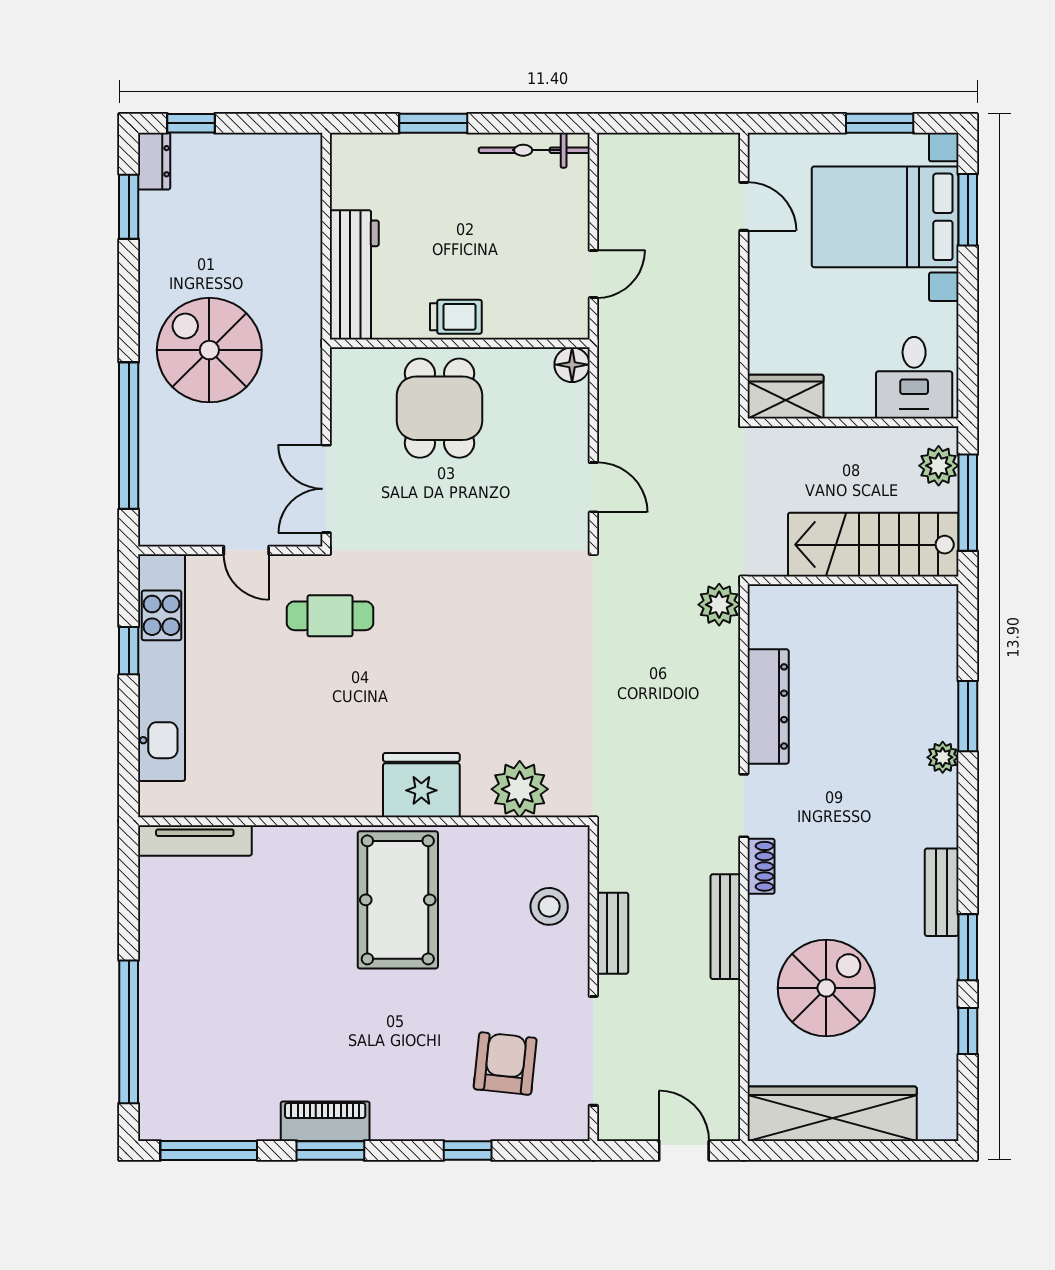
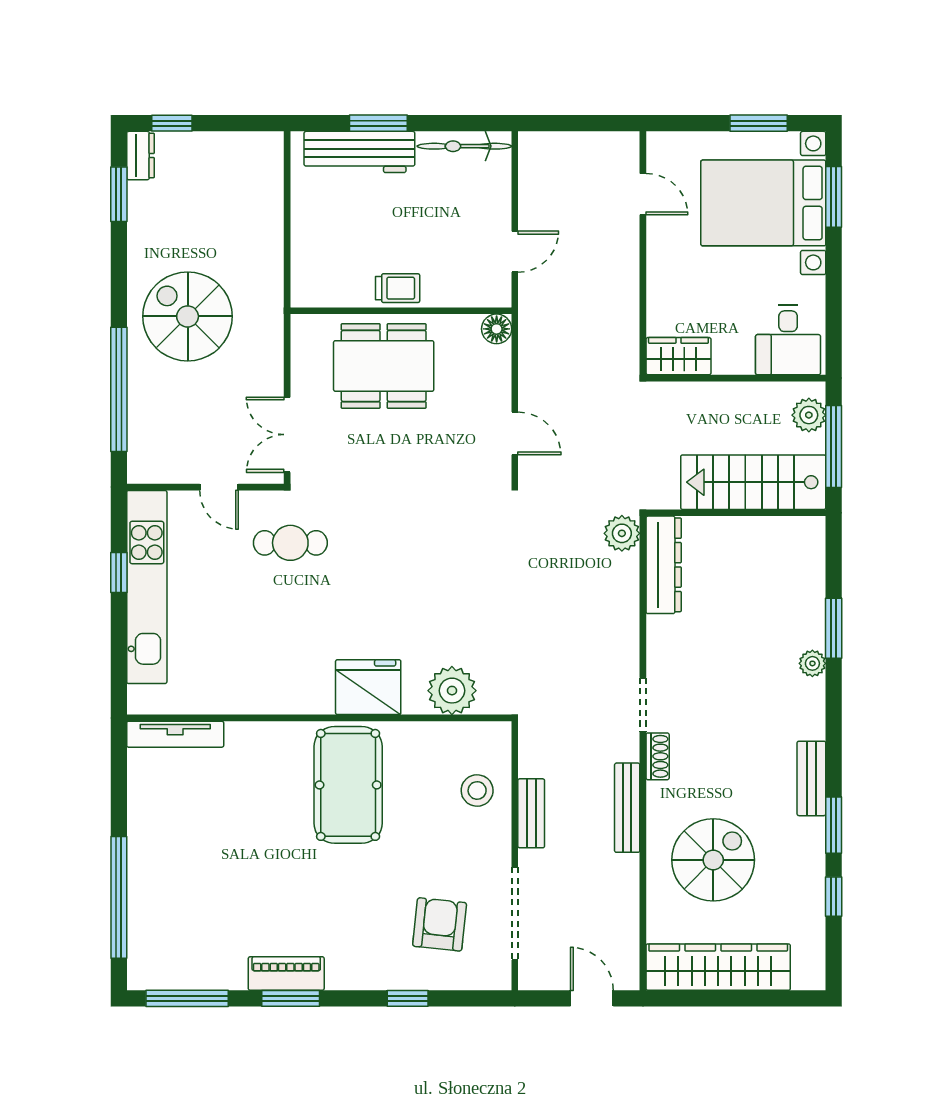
workbench: (354, 275) -> (359, 152), moved, turned 90
dining table: (440, 408) -> (384, 366), width x1.38
dresser: (768, 706) -> (664, 565), moved

